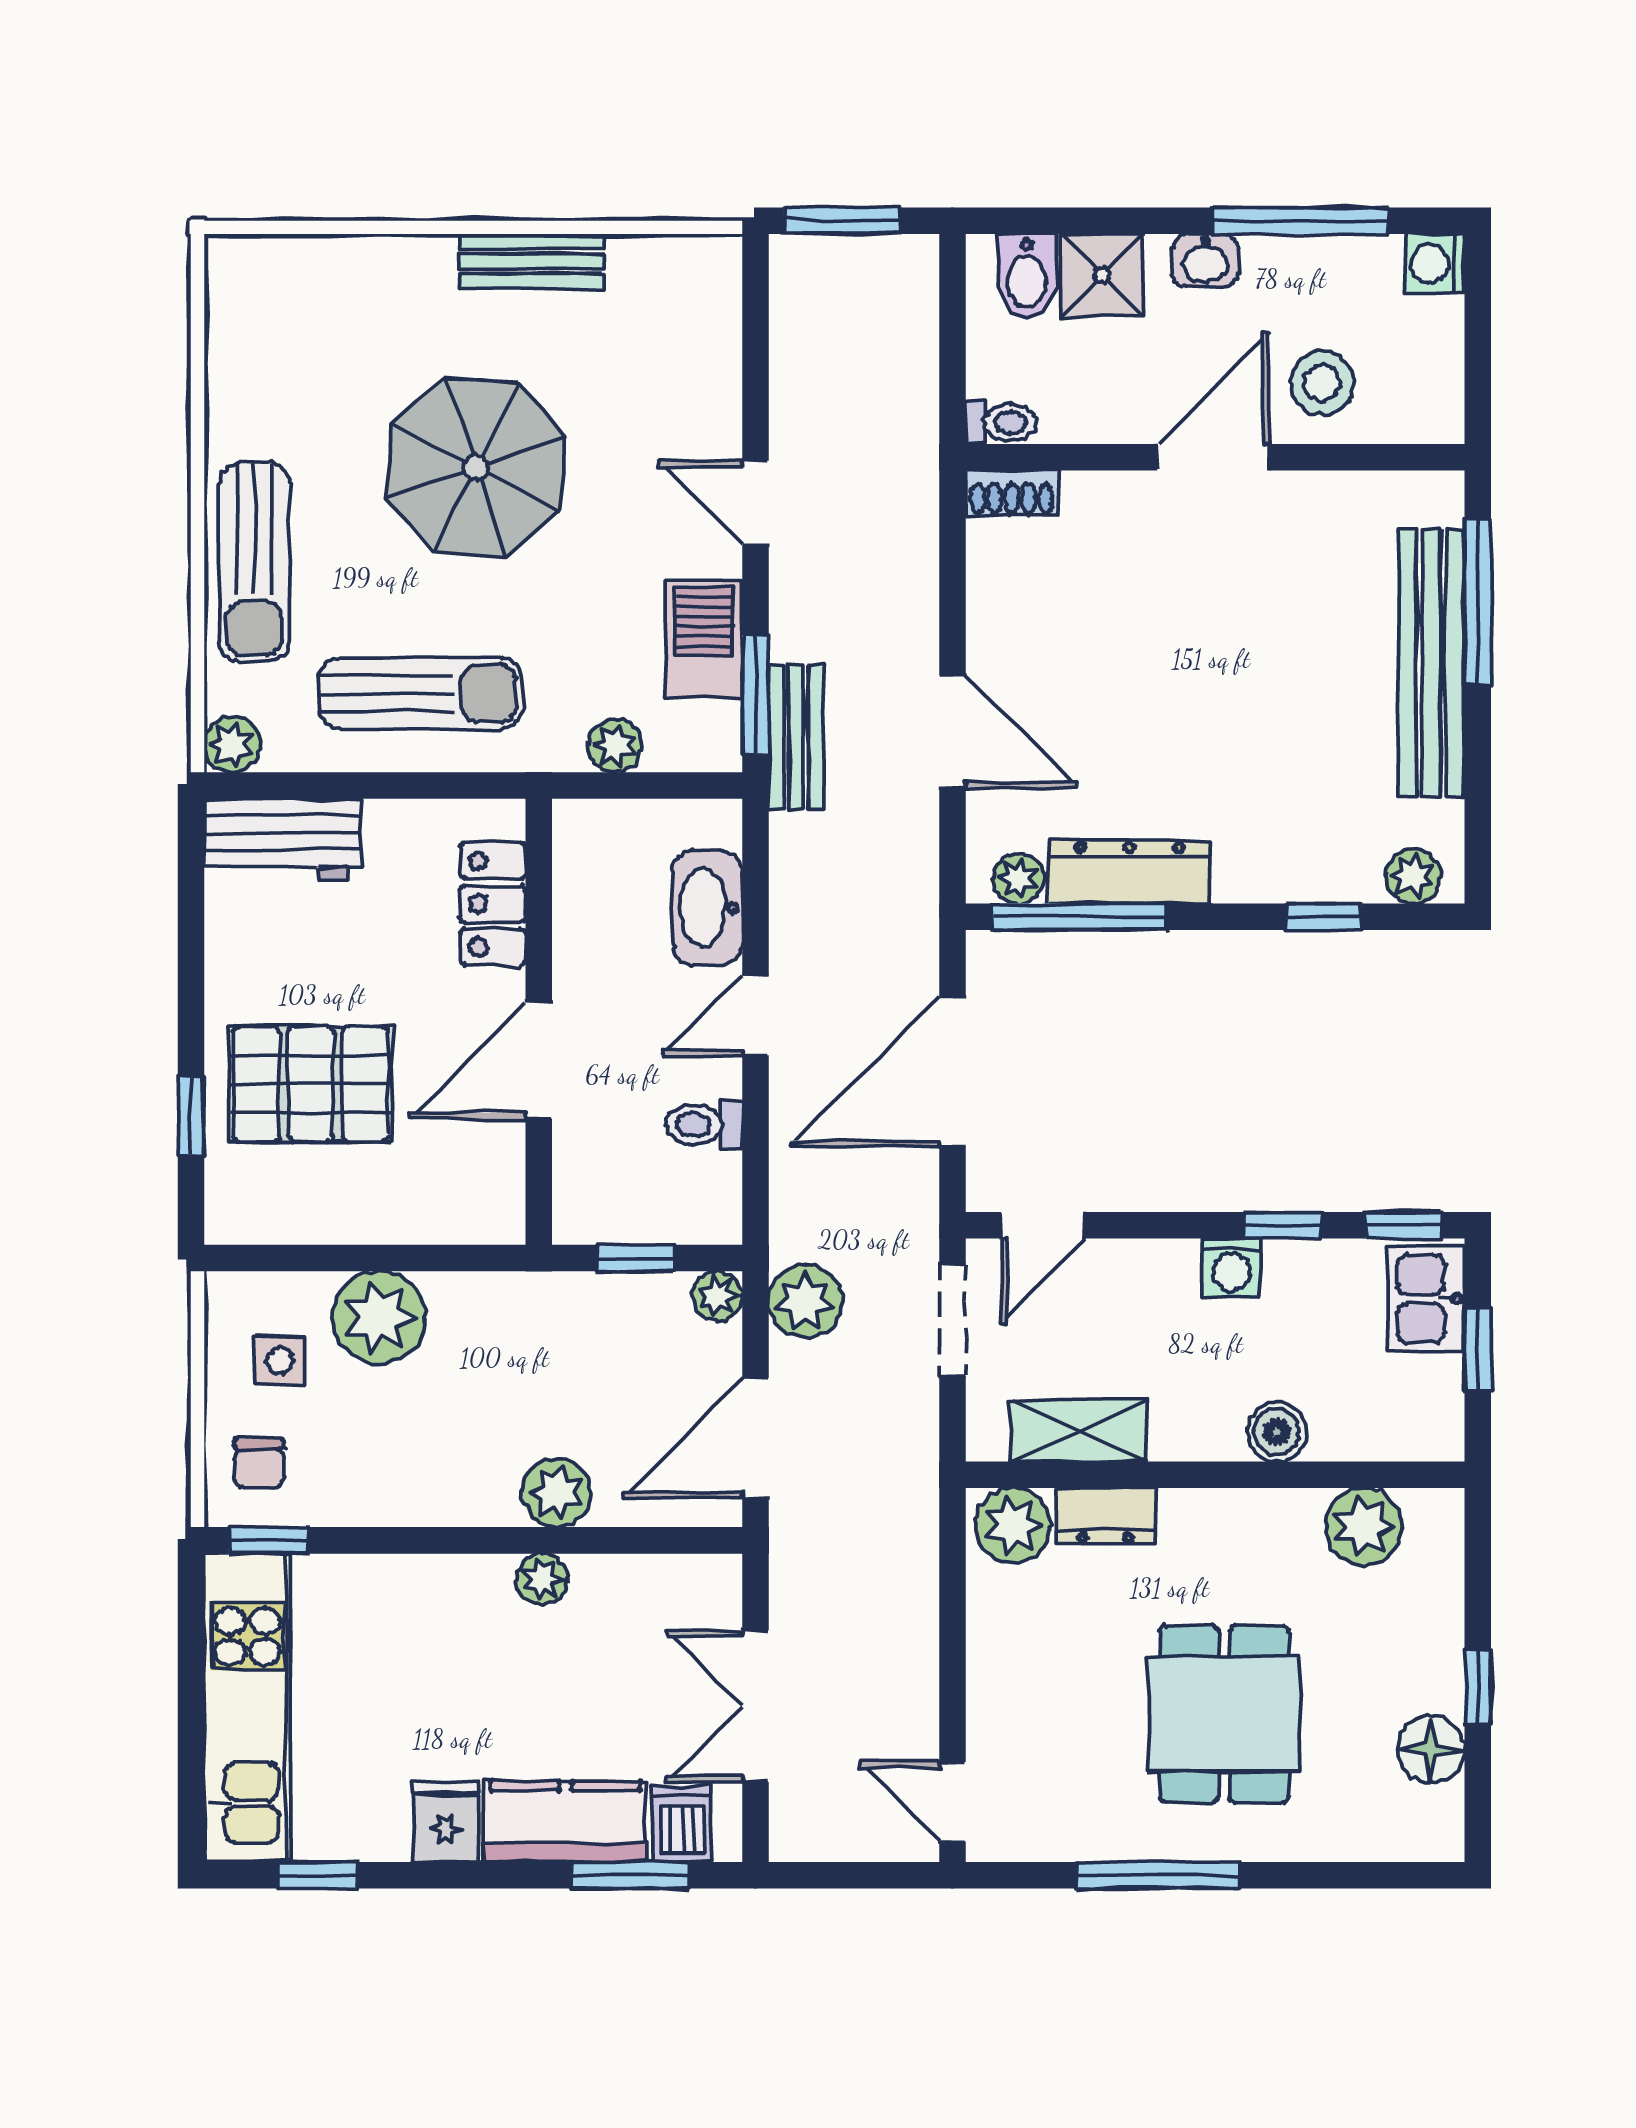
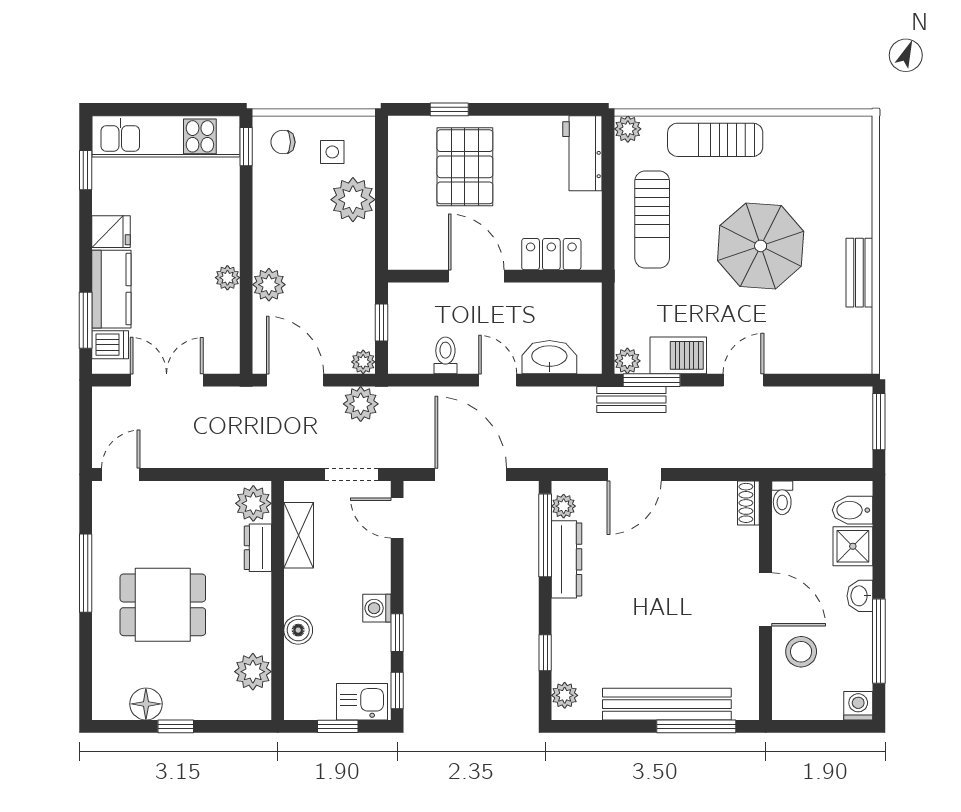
plant: (615, 745) -> (627, 361), moved

